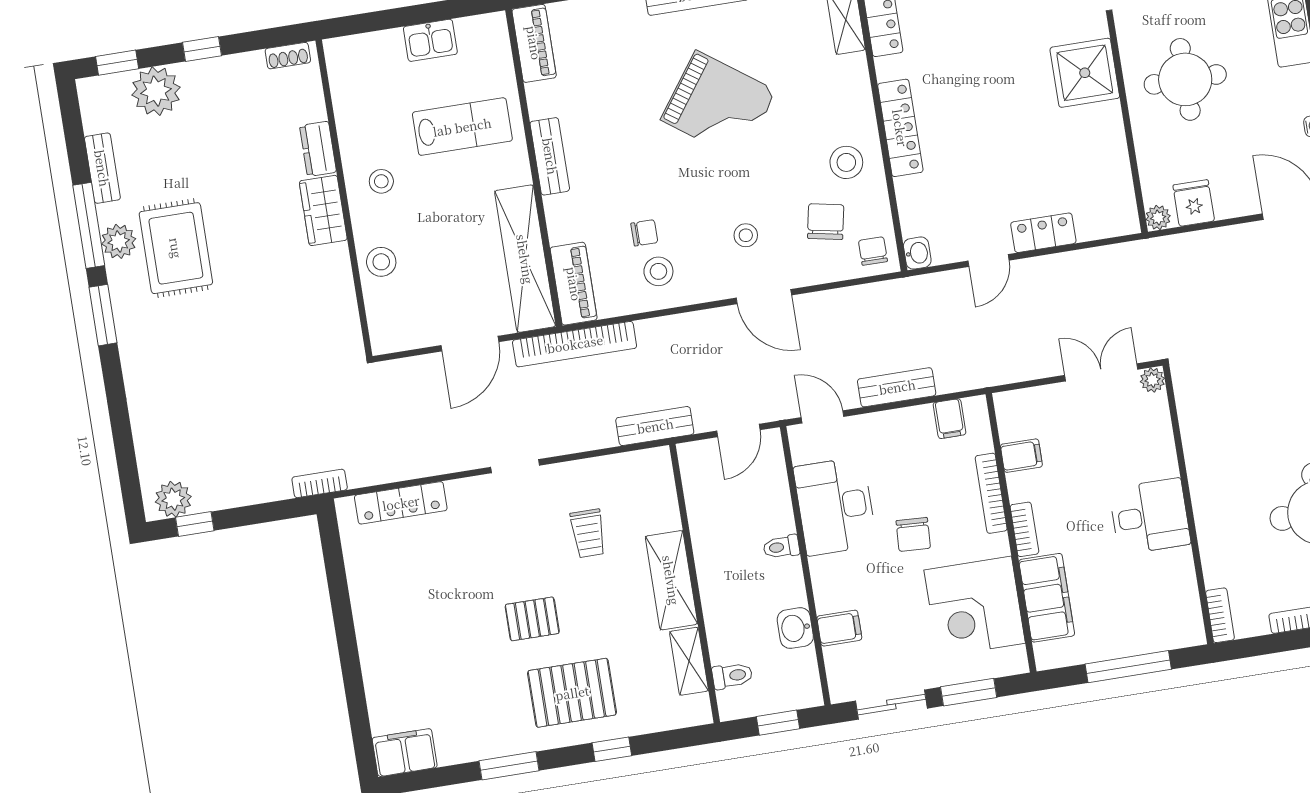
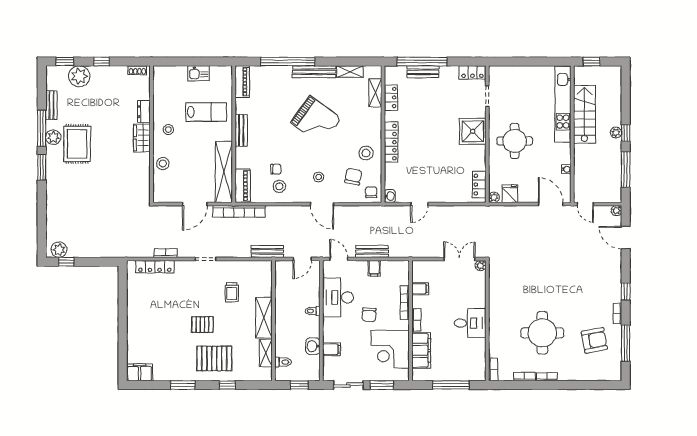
locker: (1043, 233) -> (479, 185), moved, turned -90
filing cabinet: (949, 419) -> (374, 268), moved
bookcase: (320, 483) -> (166, 253), moved

